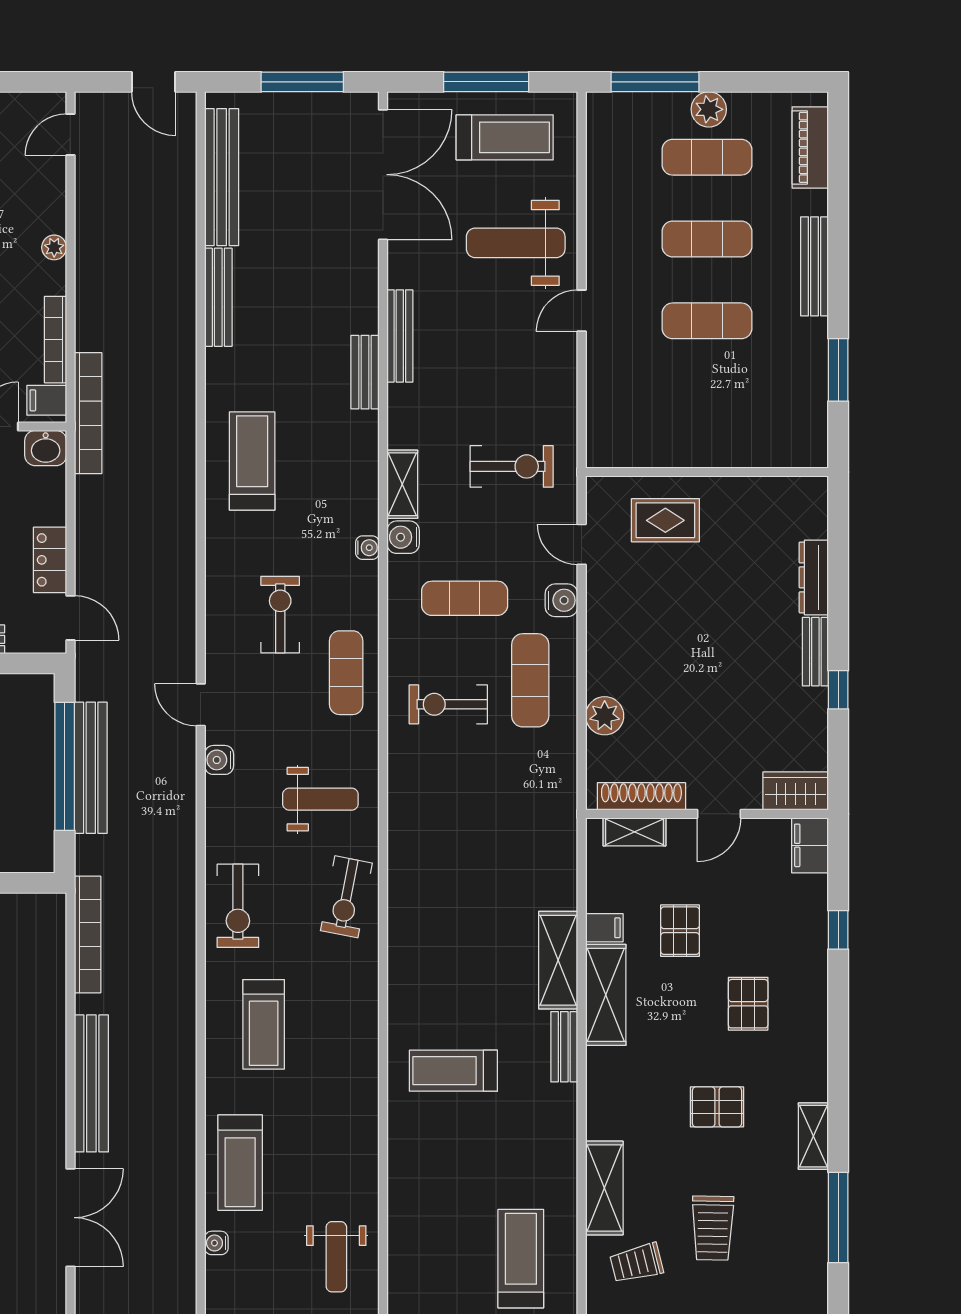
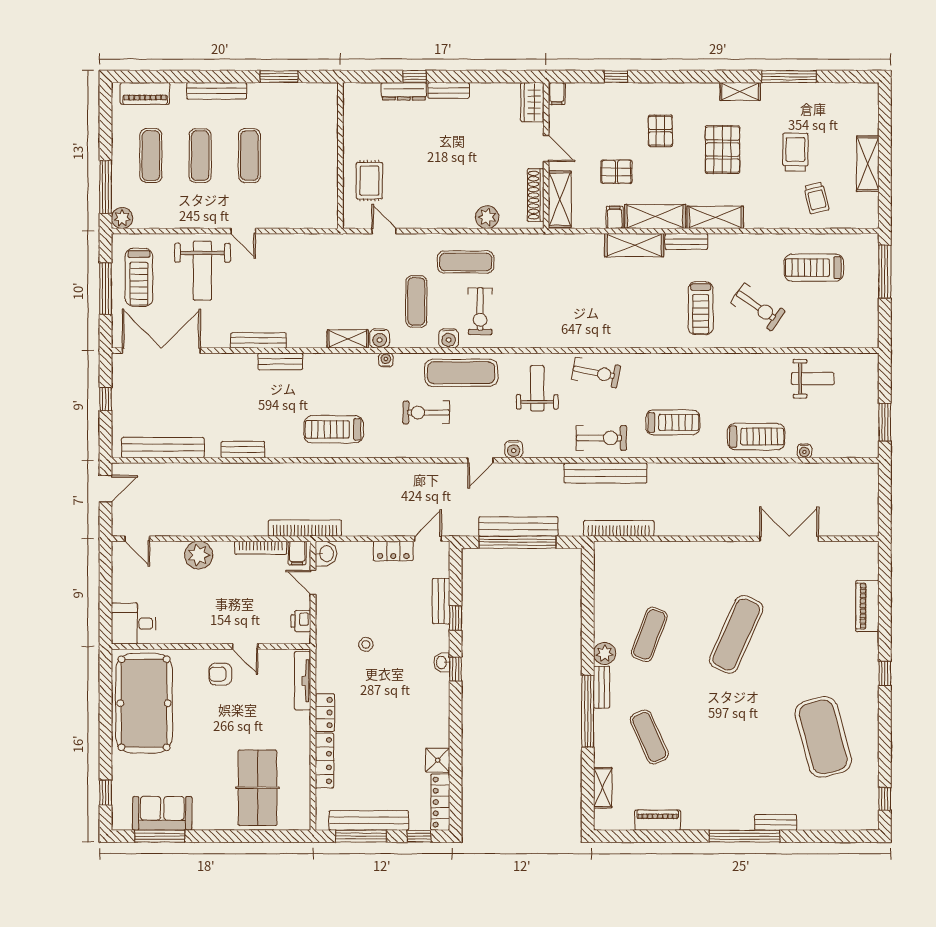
window: (302, 82) -> (106, 399), width x0.46
plant: (709, 109) -> (122, 218), moved
treadmill: (505, 137) -> (139, 277), turned 180
plant: (54, 247) -> (199, 555), width x1.88, depth x1.88
bench: (218, 297) -> (243, 450), width x0.73
exercise bike: (512, 466) -> (758, 307), moved, turned 125
door: (582, 544) -> (384, 231), swing flipped
water cooler: (561, 600) -> (449, 338), moved, turned 180
exercise mat: (346, 673) -> (461, 373), width x1.36, depth x1.45
window: (838, 690) -> (414, 77), moved
shelving: (634, 832) -> (560, 199), width x1.50, depth x1.33
filing cabinet: (810, 845) -> (557, 94), width x0.50
pallet: (748, 1004) -> (660, 131), turned 90
bench: (91, 1083) -> (605, 473), moved
pallet: (717, 1107) -> (722, 150), width x1.50, depth x1.42
shelving: (604, 1188) -> (715, 217), moved
trolley: (713, 1228) -> (795, 152), turned -91

